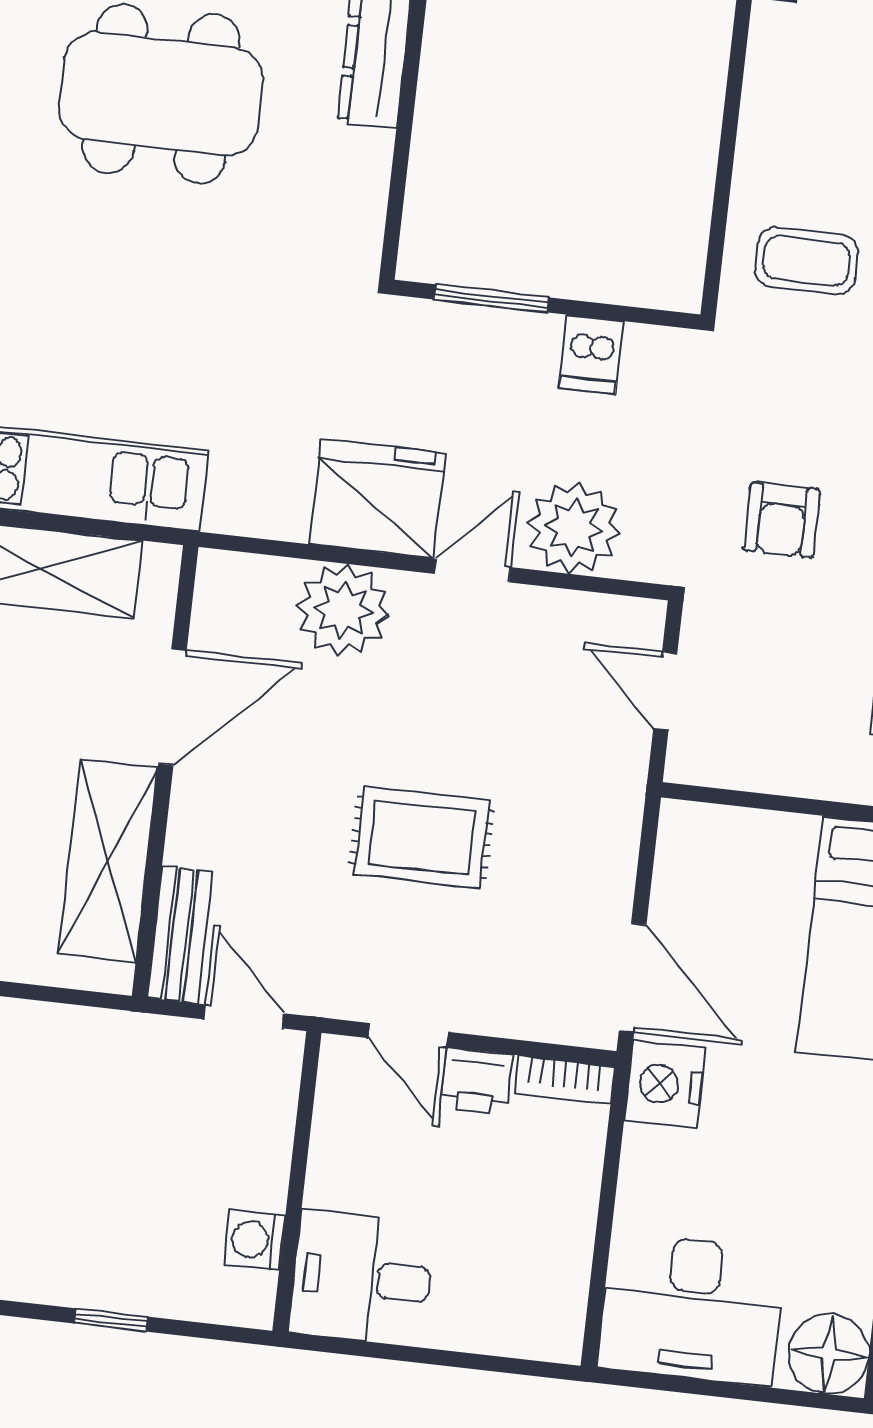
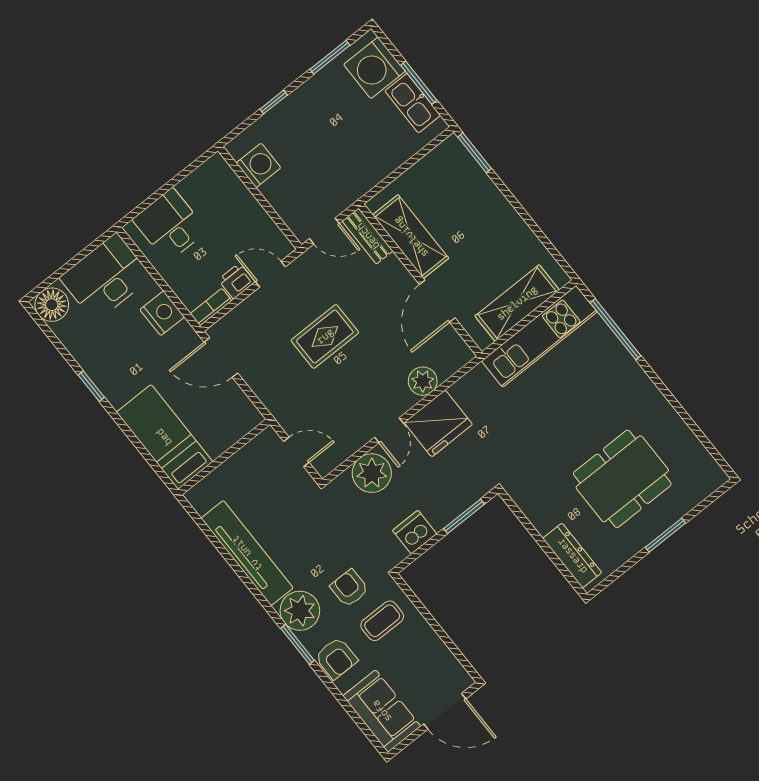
dishwasher: (591, 354) -> (415, 532), width x1.38
armchair: (782, 520) -> (349, 588), moved
plant: (343, 610) -> (423, 381), width x0.73, depth x0.73
nightstand: (665, 1084) -> (162, 313), moved
washing machine: (255, 1240) -> (258, 165), width x1.38, depth x1.38
desk: (362, 1278) -> (170, 225), moved, turned -90

